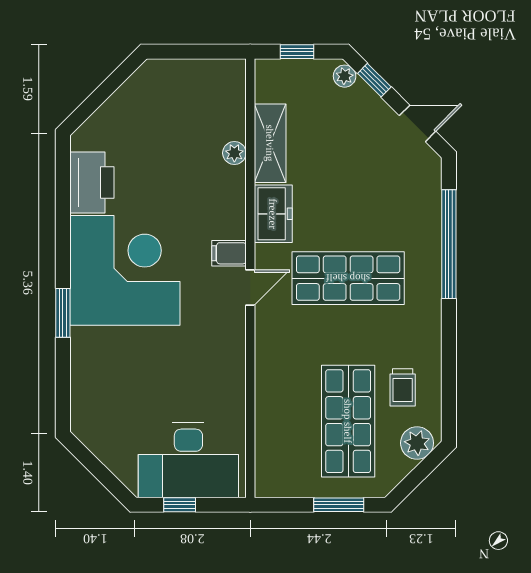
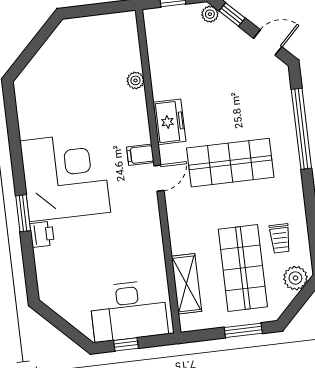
shelving: (270, 143) -> (186, 284), moved
printer: (92, 182) -> (42, 234), moved, width x0.53, depth x0.68

